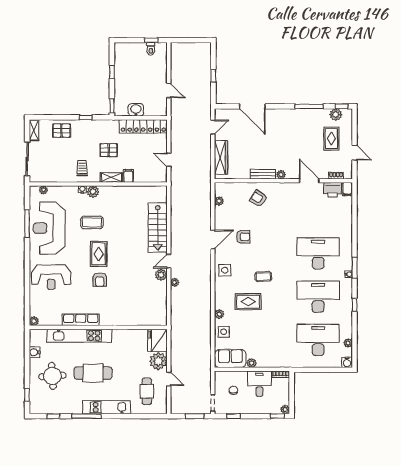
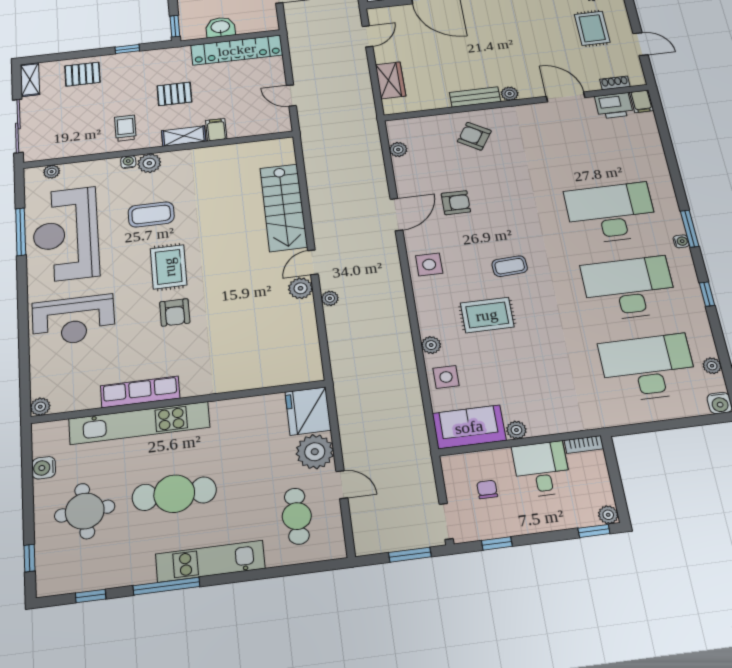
wardrobe: (221, 157) -> (390, 80), width x0.67

